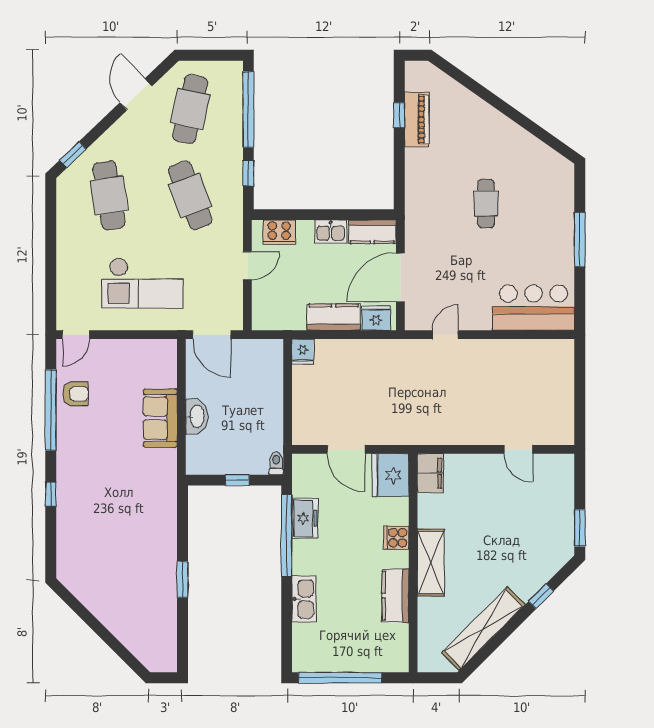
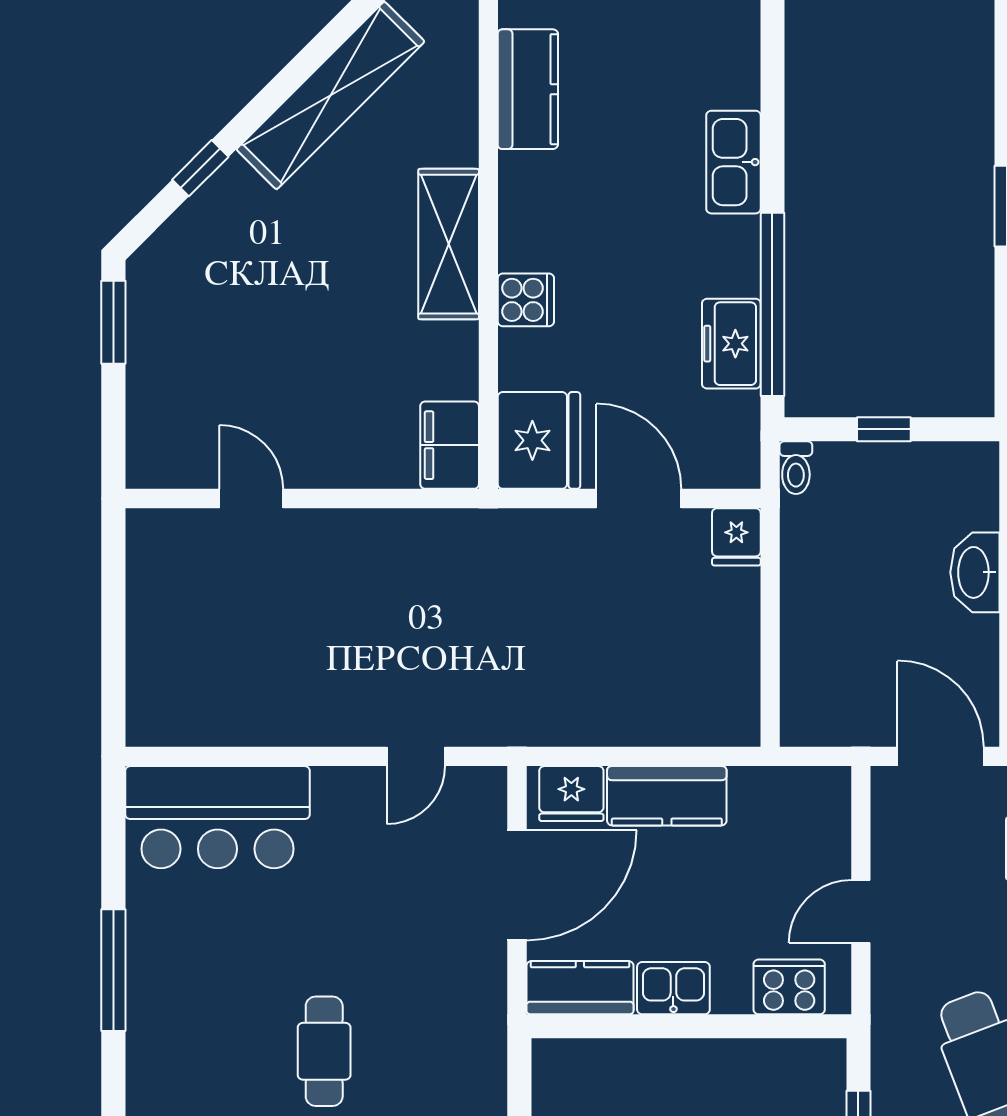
fridge: (303, 352) -> (736, 537), moved, turned 180
kitchen counter: (395, 596) -> (528, 89), moved

